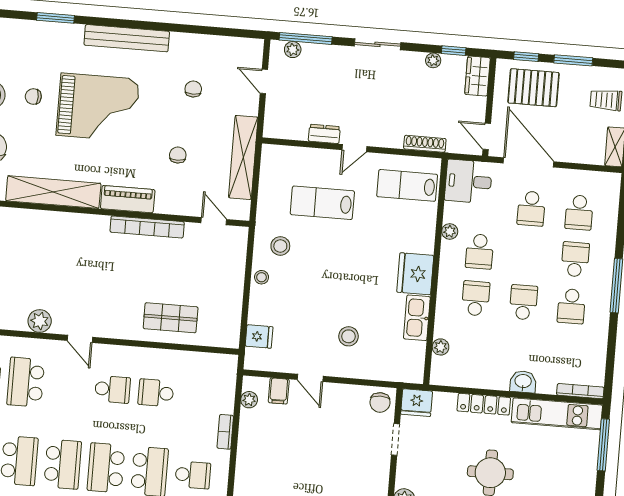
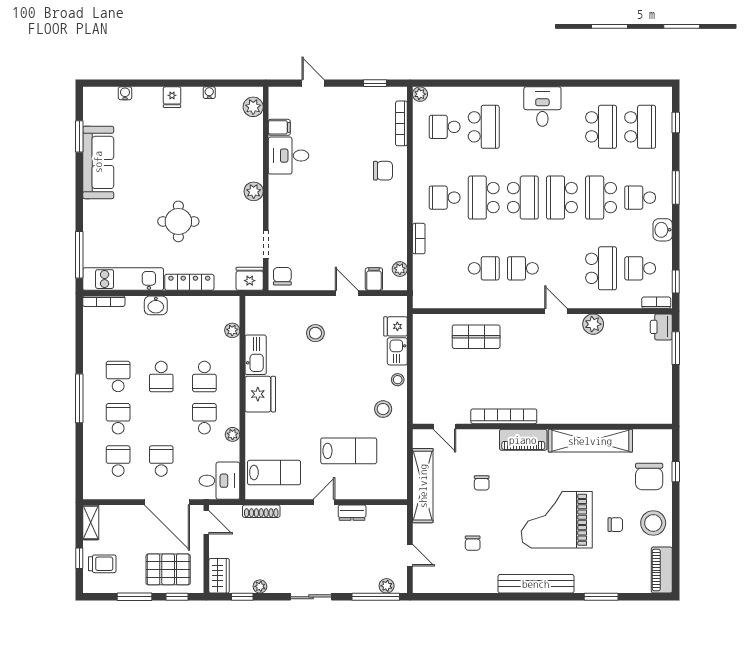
school desk: (575, 259) -> (118, 419), turned 180
kitchen sink: (259, 309) -> (397, 351), added

